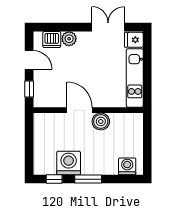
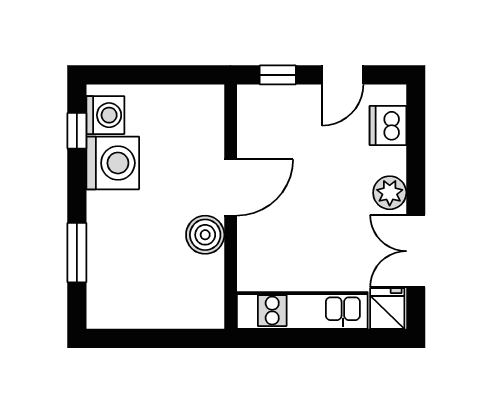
double door: (108, 27) -> (416, 251), swing flipped
plant: (69, 39) -> (390, 193), moved
washing machine: (127, 166) -> (105, 115), moved
window: (88, 179) -> (77, 253), moved

